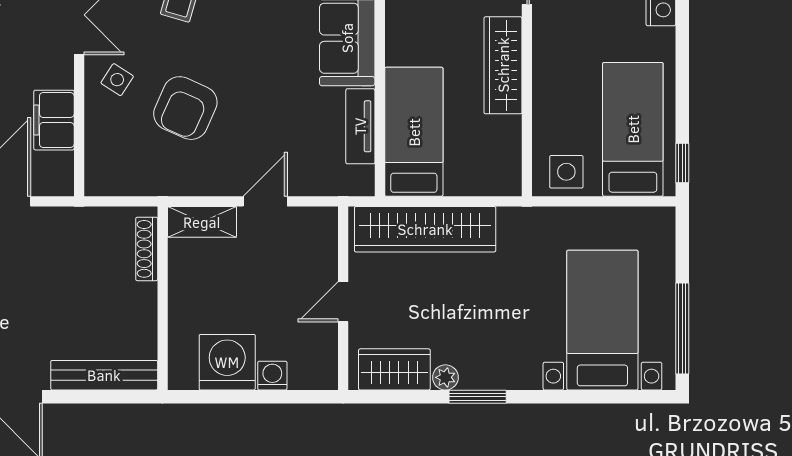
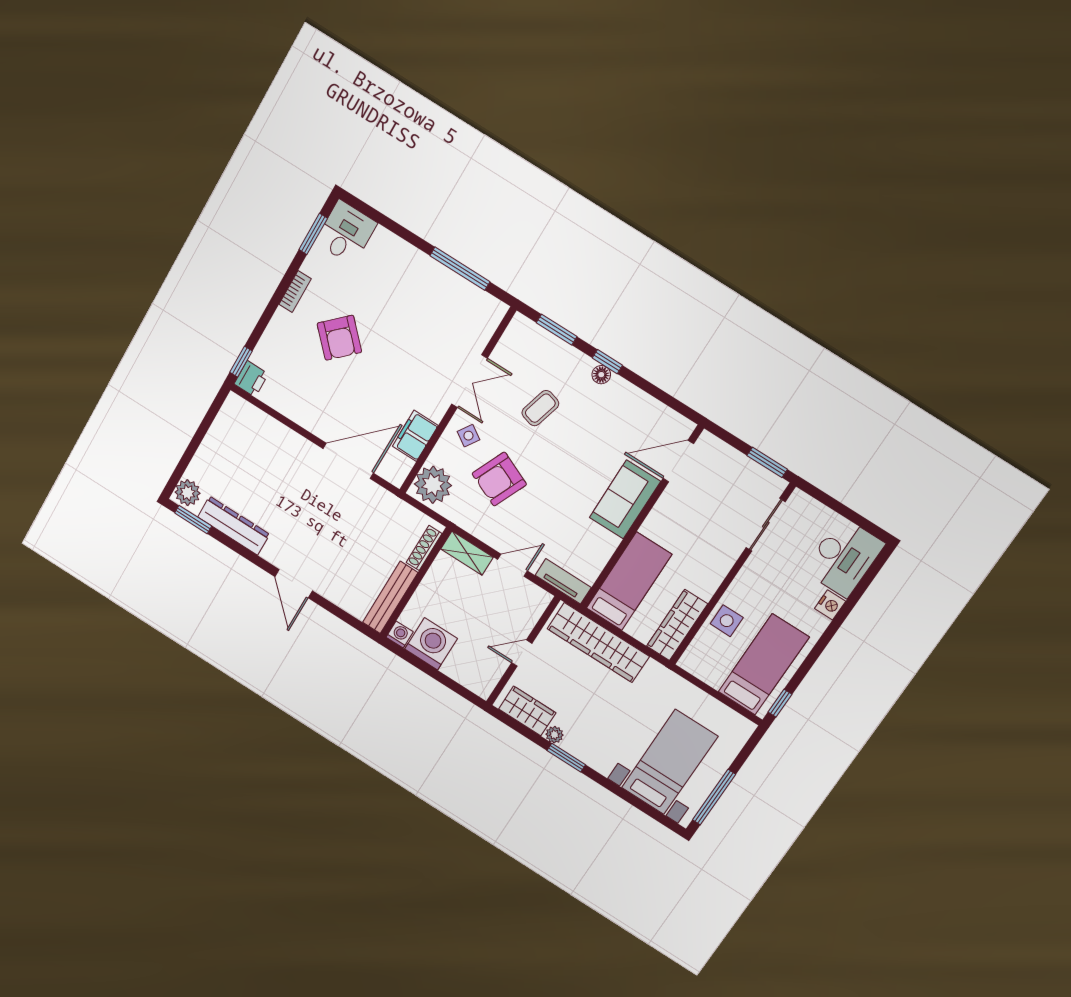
wardrobe: (503, 65) -> (677, 625), moved
tv unit: (360, 126) -> (563, 581), moved, turned 90
plant: (111, 165) -> (433, 485), added
side table: (566, 172) -> (727, 621), moved
bench: (104, 375) -> (390, 597), moved, turned 90
washing machine: (272, 376) -> (400, 635), moved

